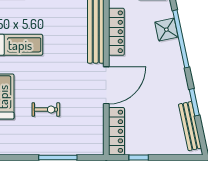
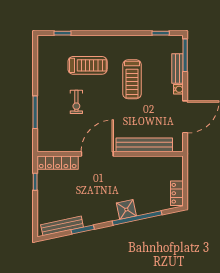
shower: (166, 30) -> (126, 210), moved
locker: (116, 32) -> (143, 163), removed
door: (106, 85) -> (97, 154), swing flipped

